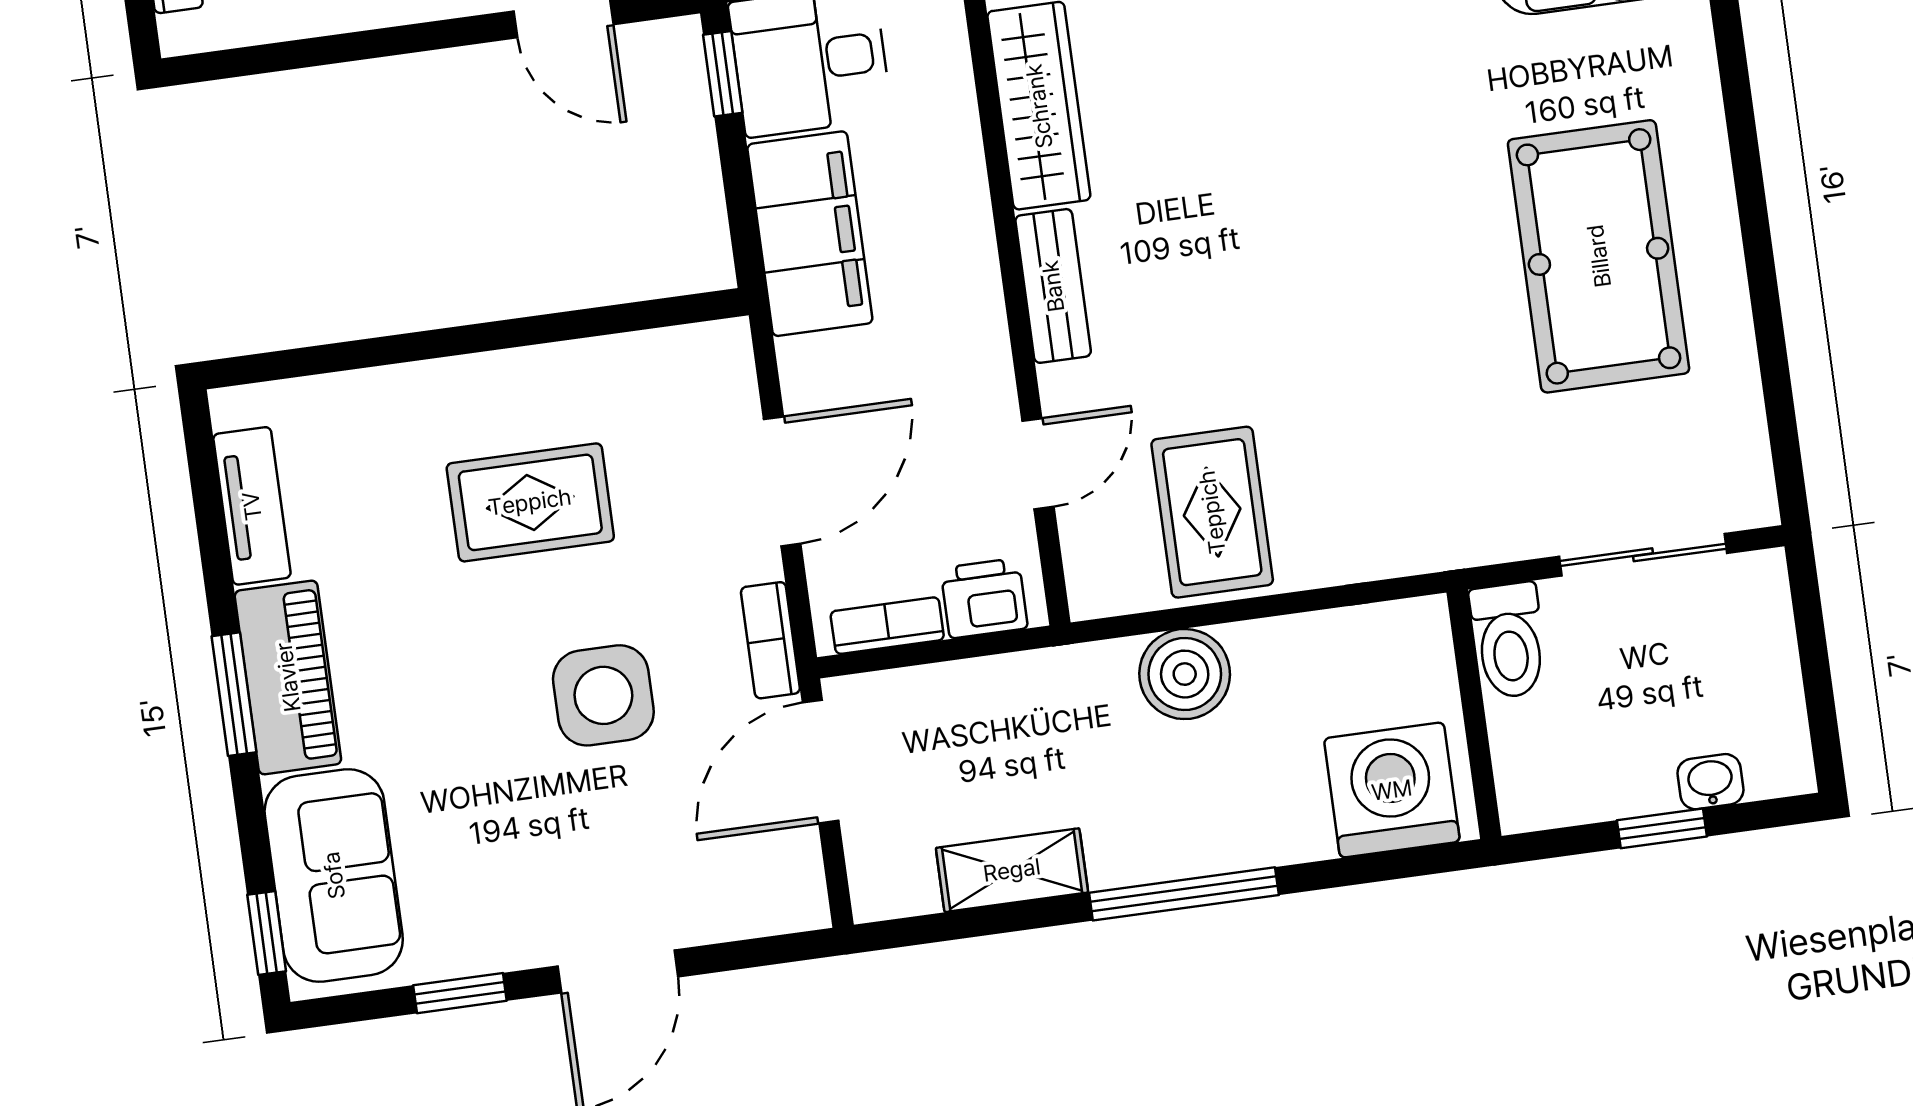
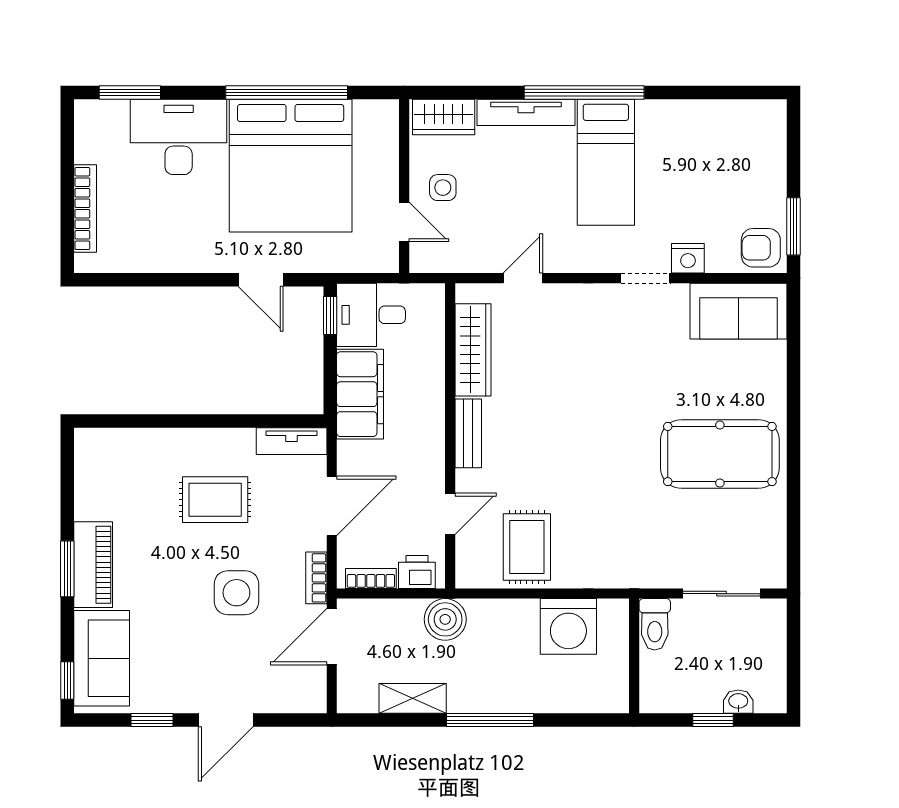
pool table: (1599, 256) -> (720, 454), turned 90
tv unit: (252, 506) -> (292, 441), moved, turned 90
boiler: (1185, 674) -> (445, 619), moved
washing machine: (1392, 790) -> (568, 626), moved, turned 180

